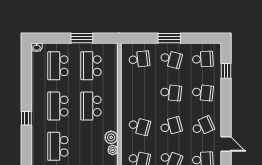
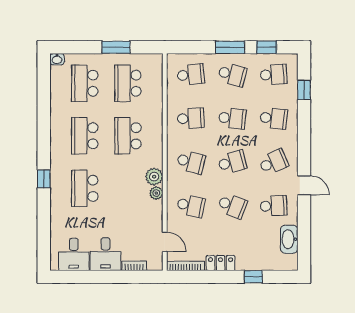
window: (197, 38) -> (267, 47), added
school desk: (139, 93) -> (191, 118), added
window: (26, 118) -> (44, 179), moved

